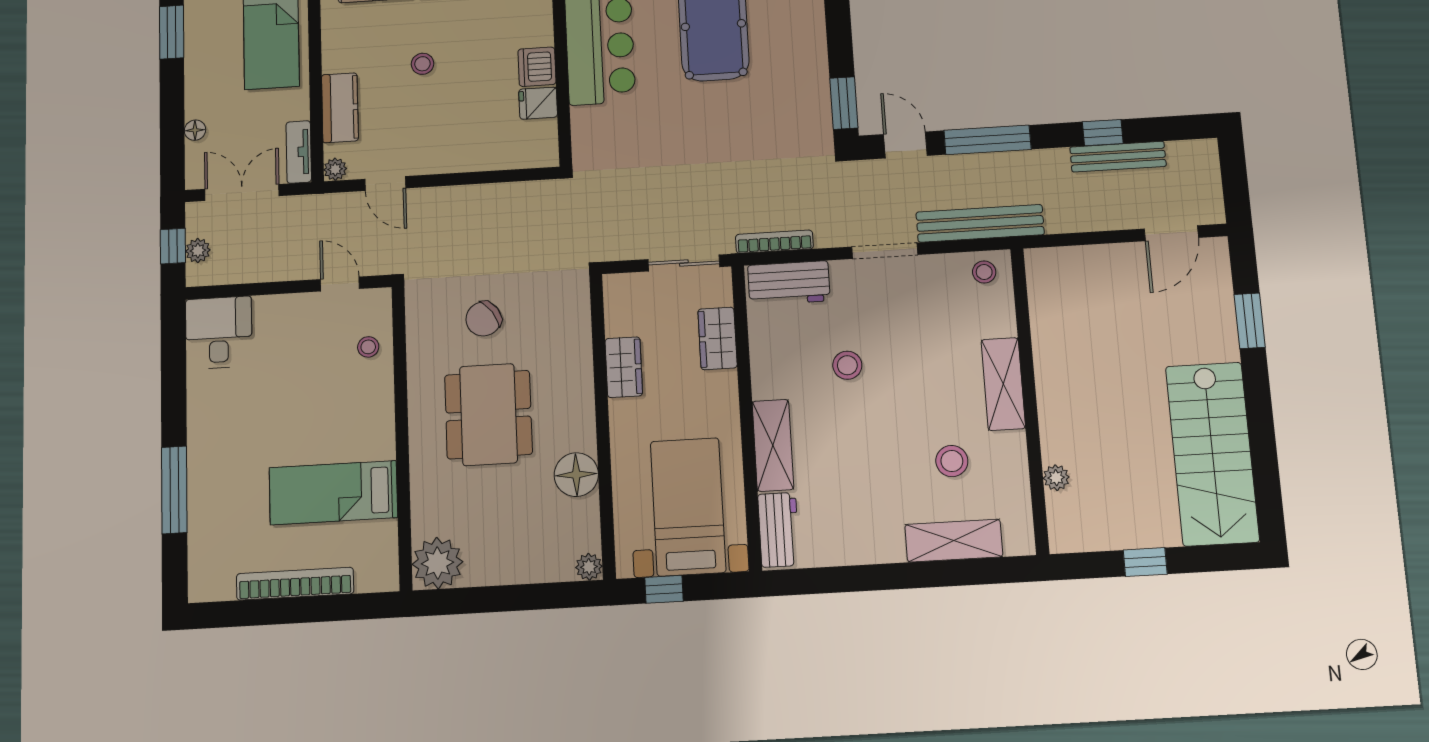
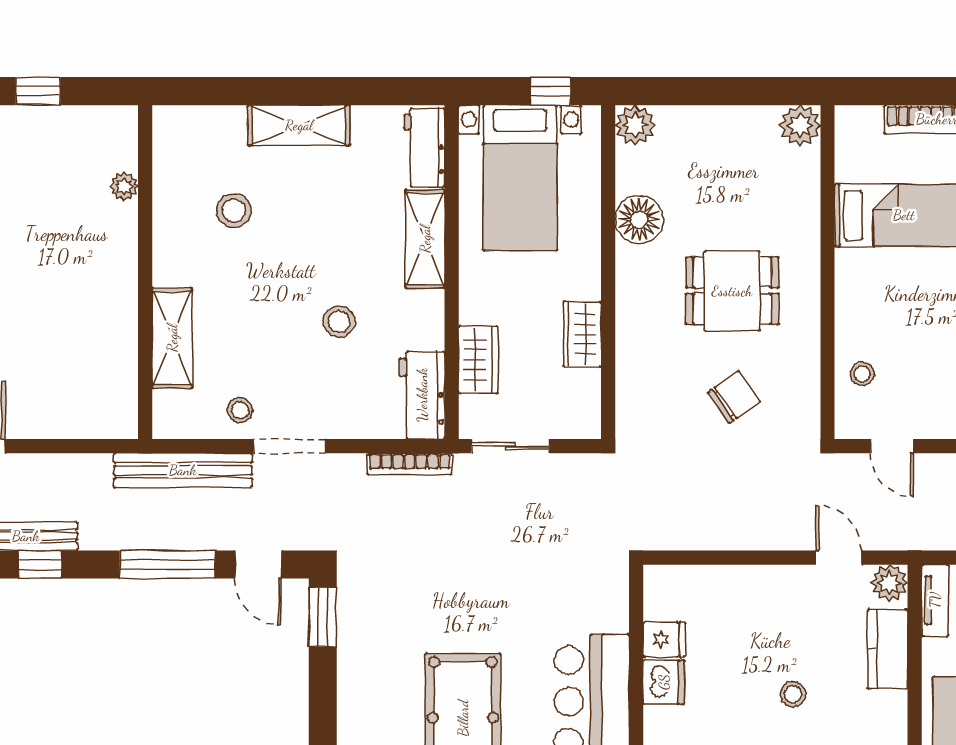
plant: (335, 169) -> (889, 583), width x1.38, depth x1.38
stool: (984, 272) -> (240, 410), moved
workbench: (789, 283) -> (422, 395), moved, turned -90
shelving: (1003, 384) -> (172, 338), moved
dining table: (488, 415) -> (732, 291), width x0.73
shelving: (954, 541) -> (299, 125), moved
plant: (438, 563) -> (800, 125), width x0.73, depth x0.73
plant: (589, 567) -> (635, 125), width x1.38, depth x1.38

